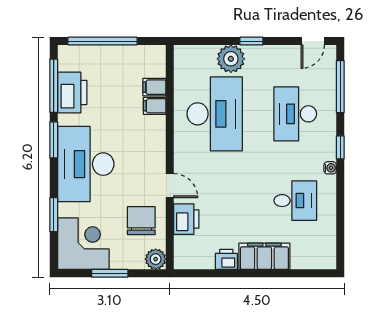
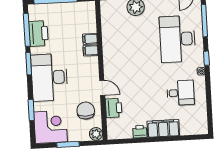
filing cabinet: (154, 87) -> (91, 51), moved
desk: (215, 114) -> (128, 42), removed
desk: (295, 114) -> (177, 39), width x1.36, depth x1.30

